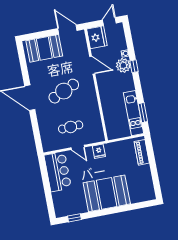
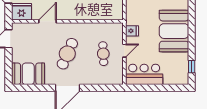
booth: (44, 48) -> (28, 74), moved, turned 90
cafe table: (64, 91) -> (67, 54), turned 48

